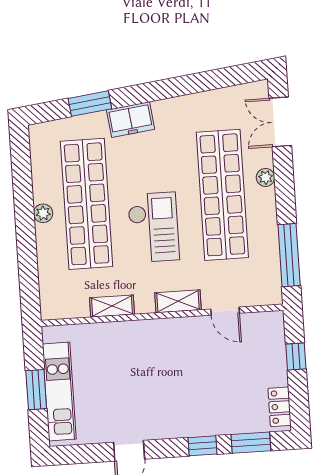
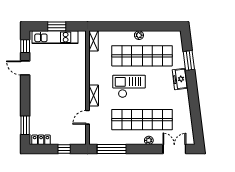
checkout: (153, 227) -> (129, 86), turned 180
shelving: (112, 306) -> (93, 41), moved
window: (202, 446) -> (25, 46), moved

